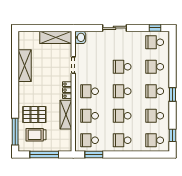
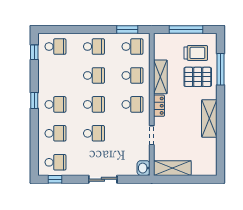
shelving: (25, 66) -> (209, 118), moved
school desk: (155, 116) -> (55, 75), removed
window: (15, 132) -> (220, 69), moved

